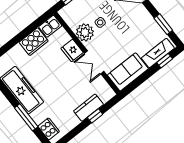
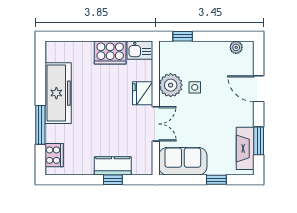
fireplace: (158, 53) -> (245, 148), moved, turned -90
window: (165, 61) -> (216, 180), moved
double door: (94, 62) -> (156, 124), swing flipped

